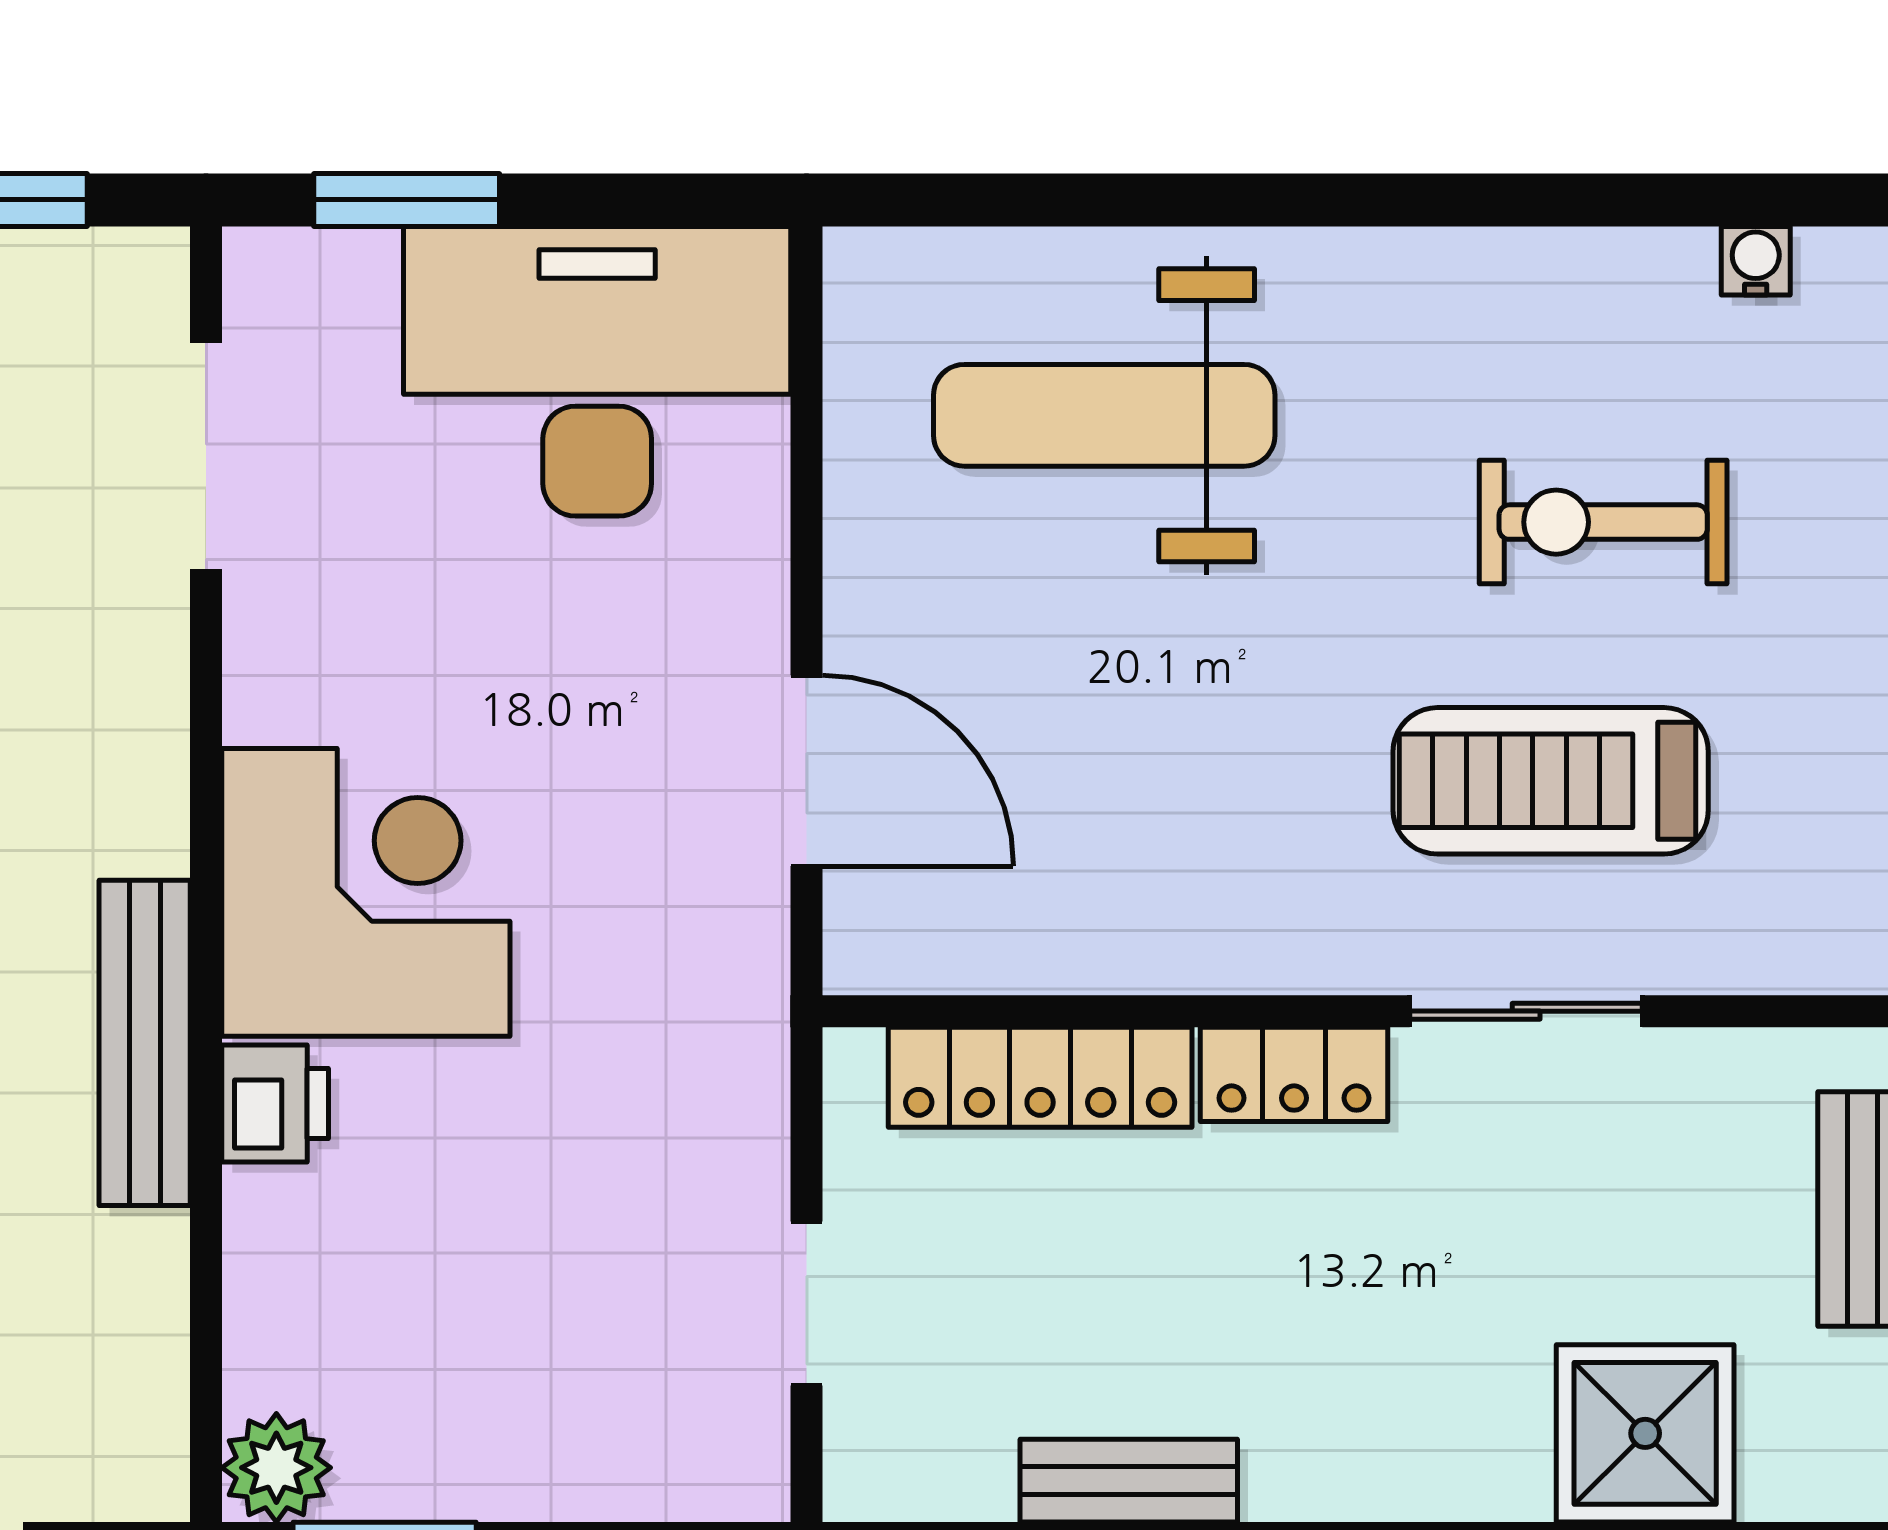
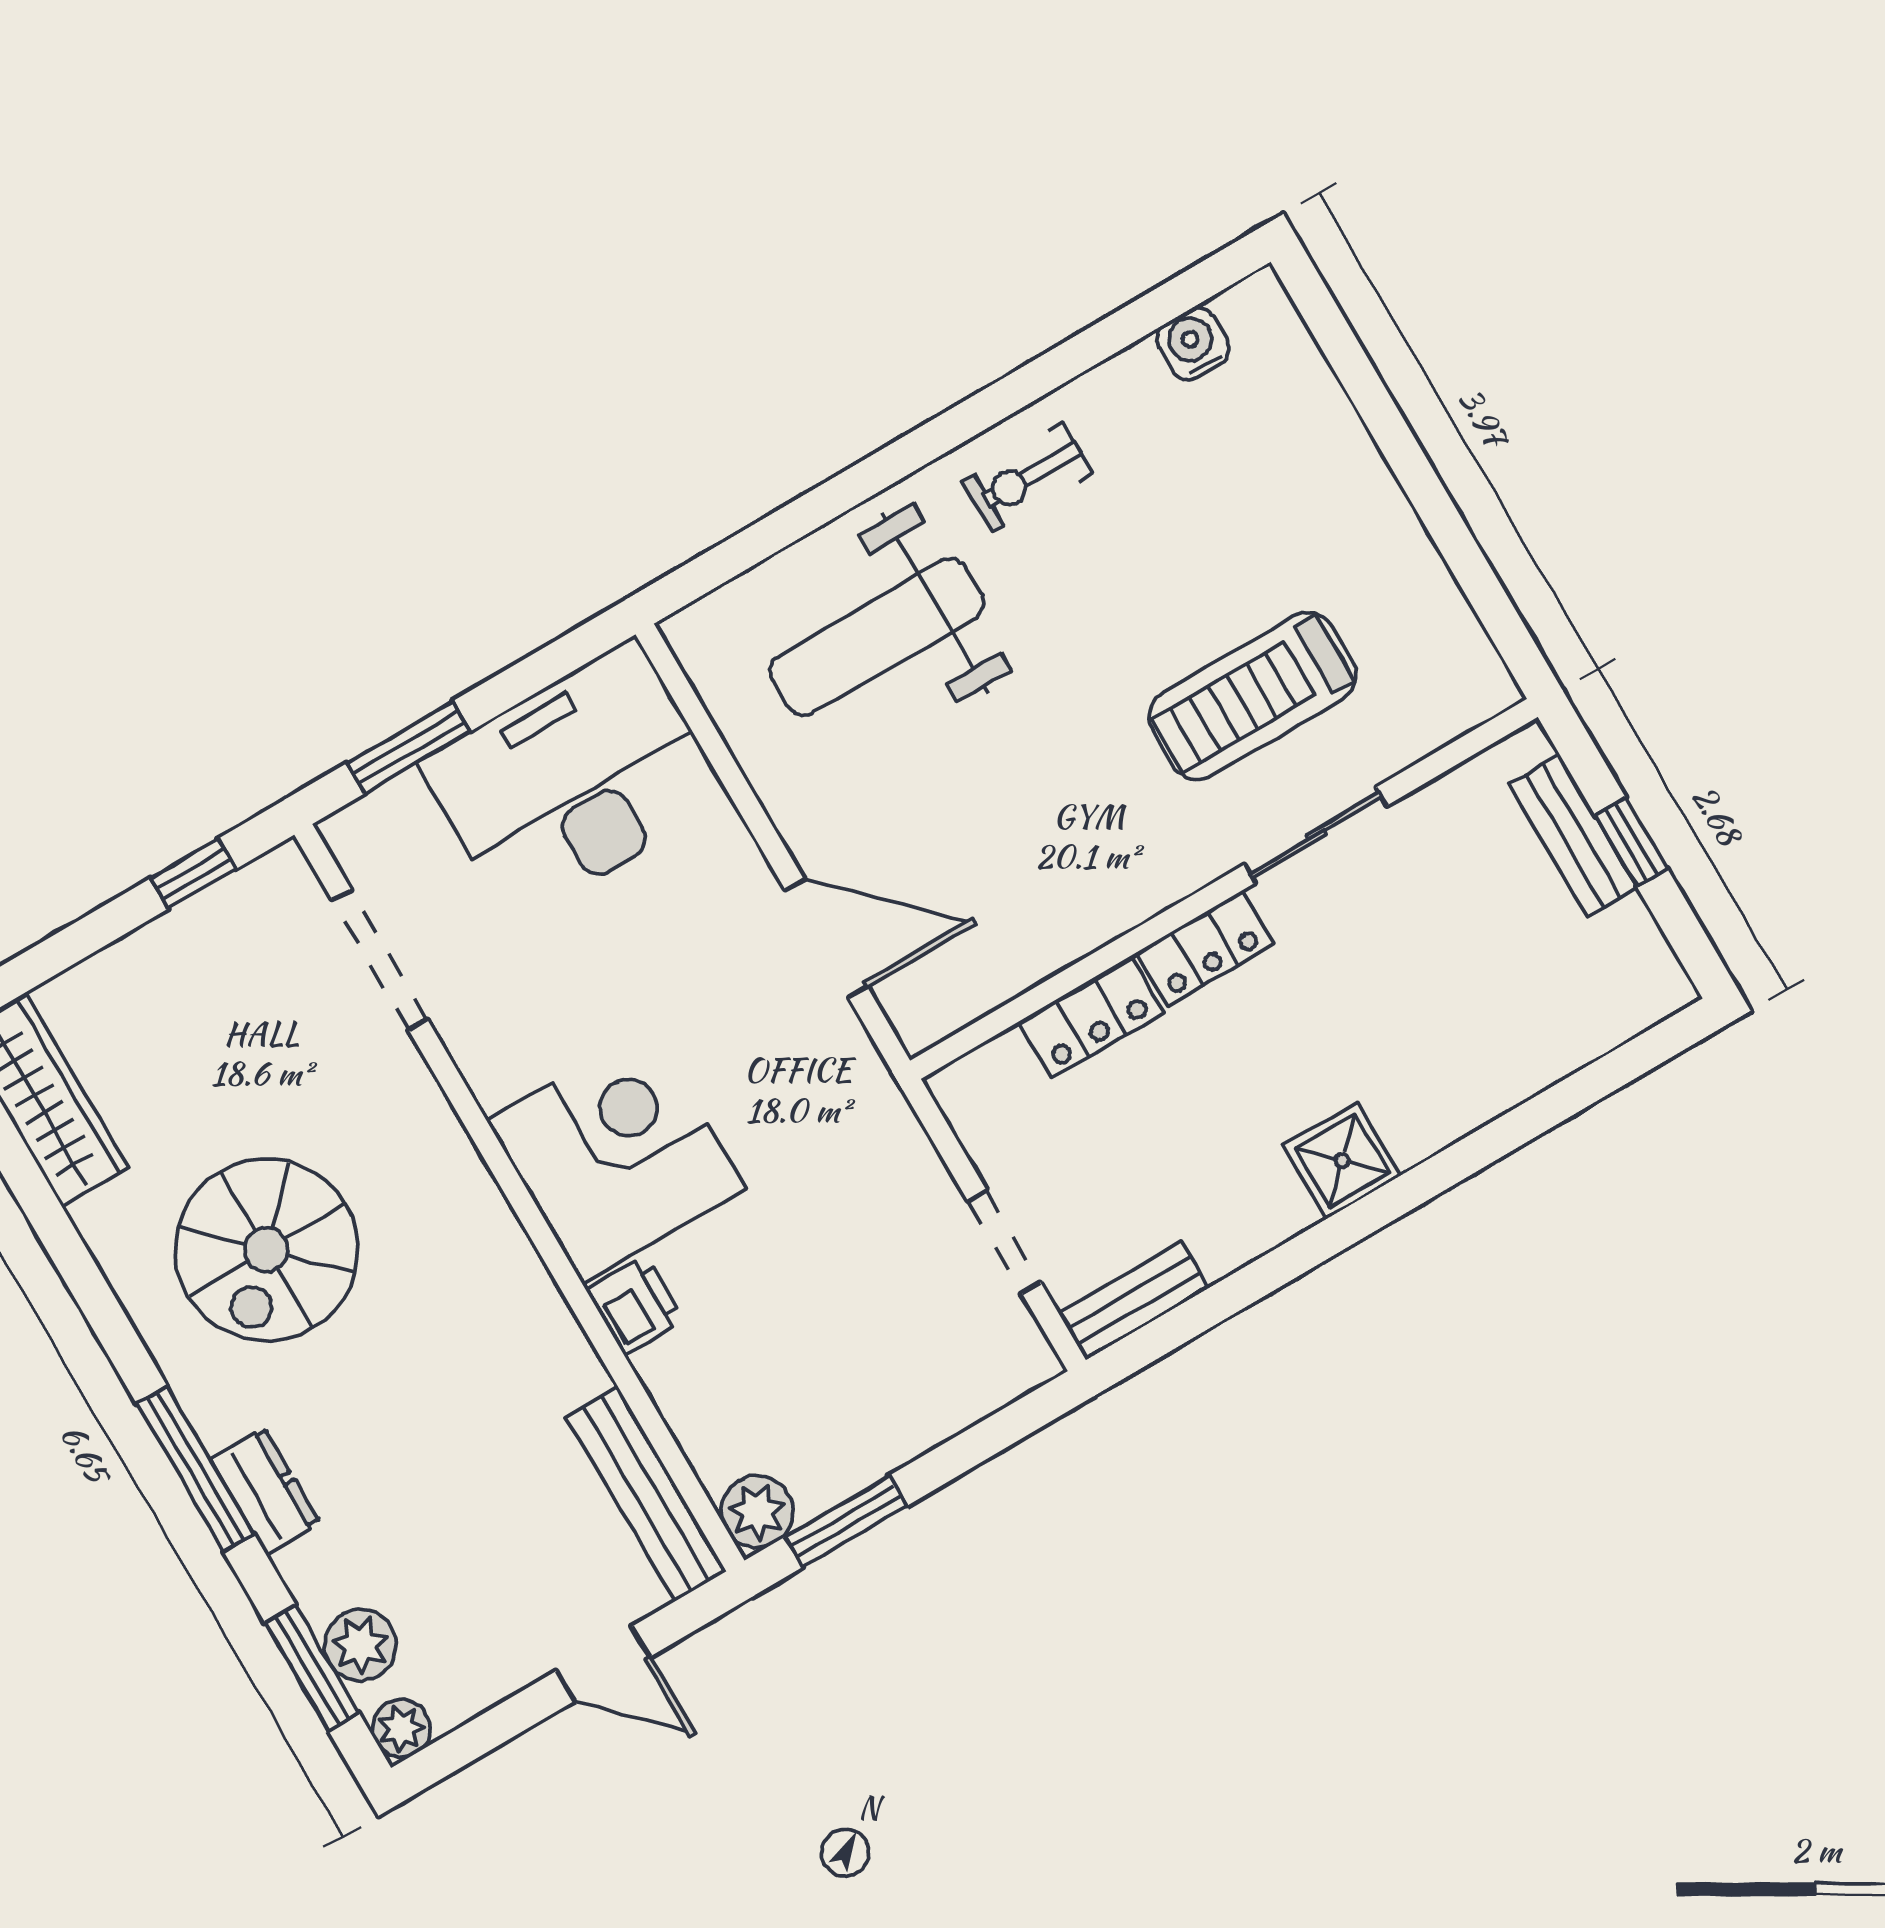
water cooler: (1756, 261) -> (1193, 344), width x1.38, depth x1.38
exercise bike: (1603, 522) -> (1027, 477), moved, width x0.73, depth x0.72
bench: (145, 1043) -> (646, 1494), moved
locker: (1040, 1077) -> (1091, 1017), width x0.66
shower: (1645, 1433) -> (1342, 1160), moved, width x0.73, depth x0.73
bench: (1129, 1481) -> (1134, 1301), moved

